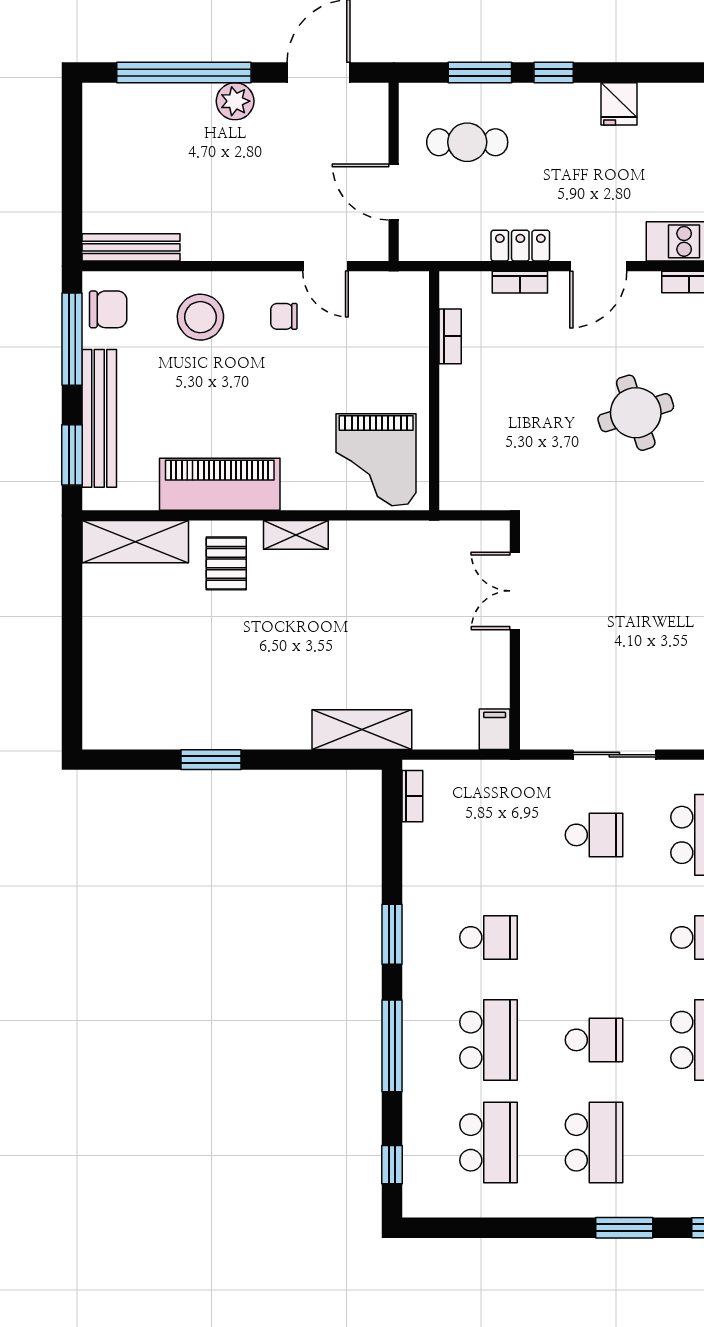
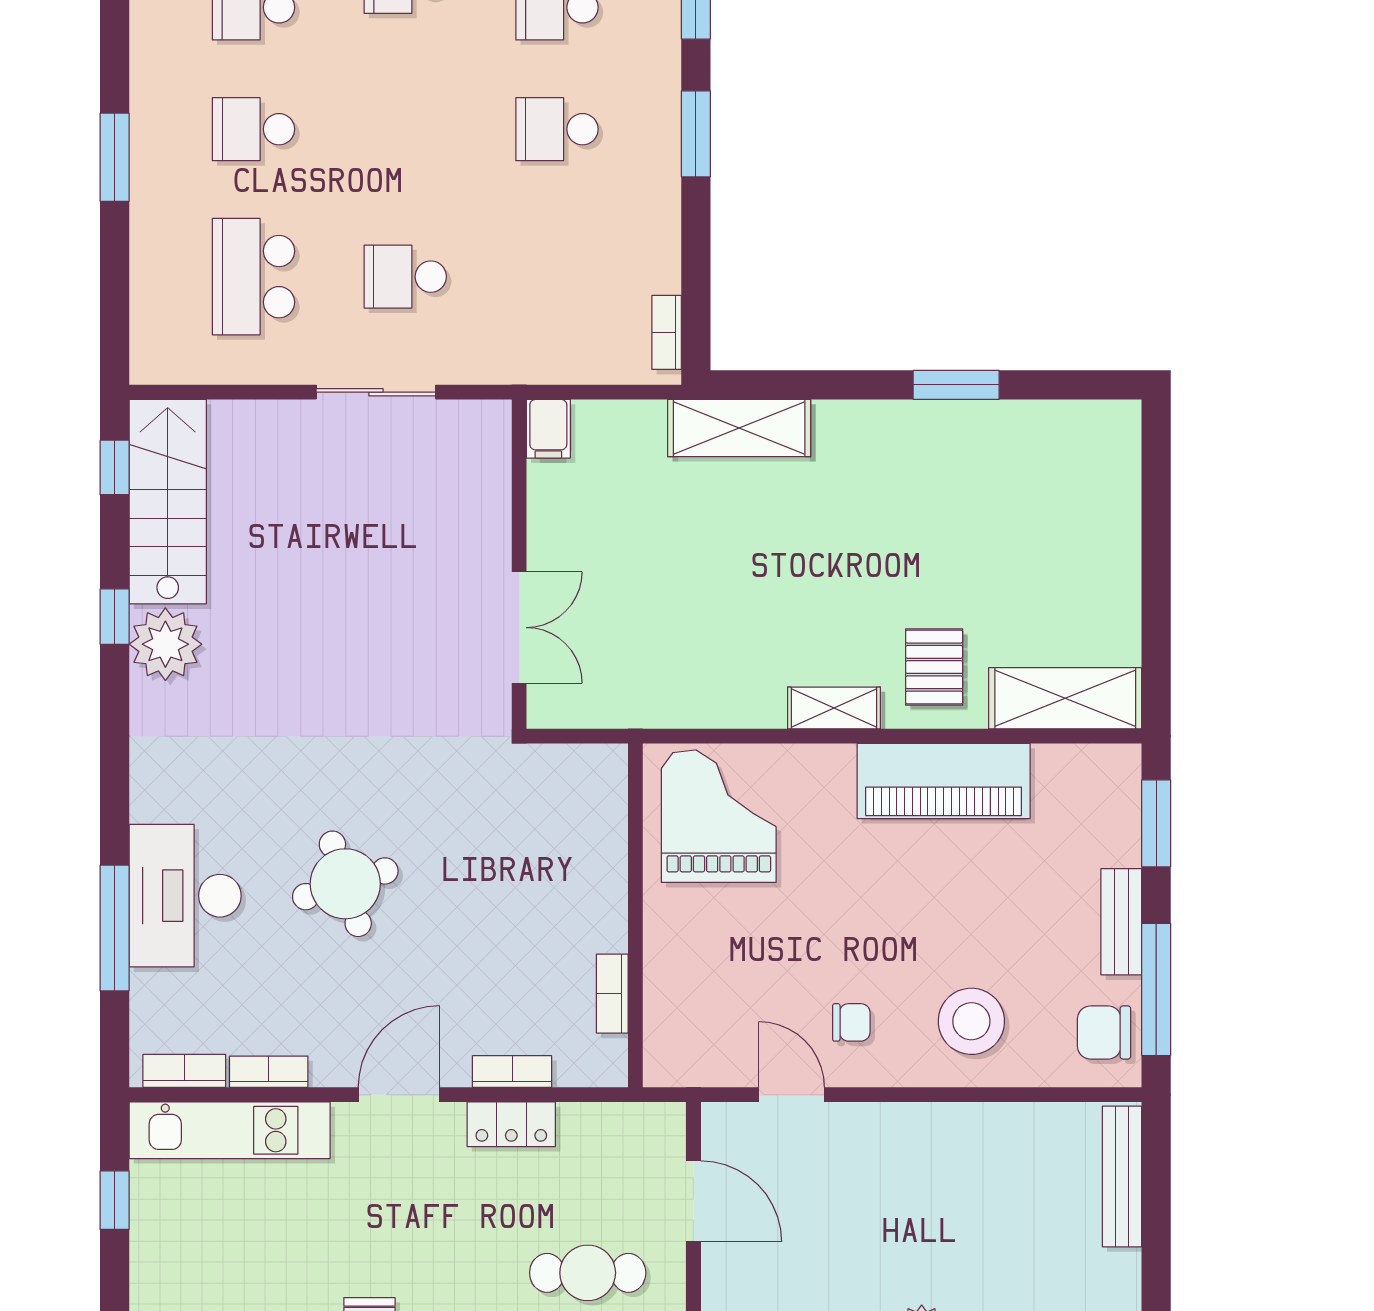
bench: (131, 247) -> (1122, 1176), moved, turned 90
bench: (99, 418) -> (1121, 922), width x0.54, depth x0.82

